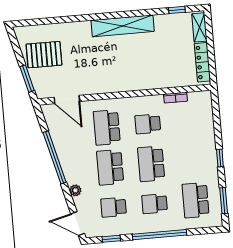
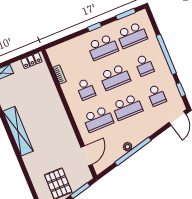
locker: (202, 62) -> (31, 61), width x0.66
school desk: (192, 160) -> (103, 47), added
plant: (75, 190) -> (128, 147), moved

